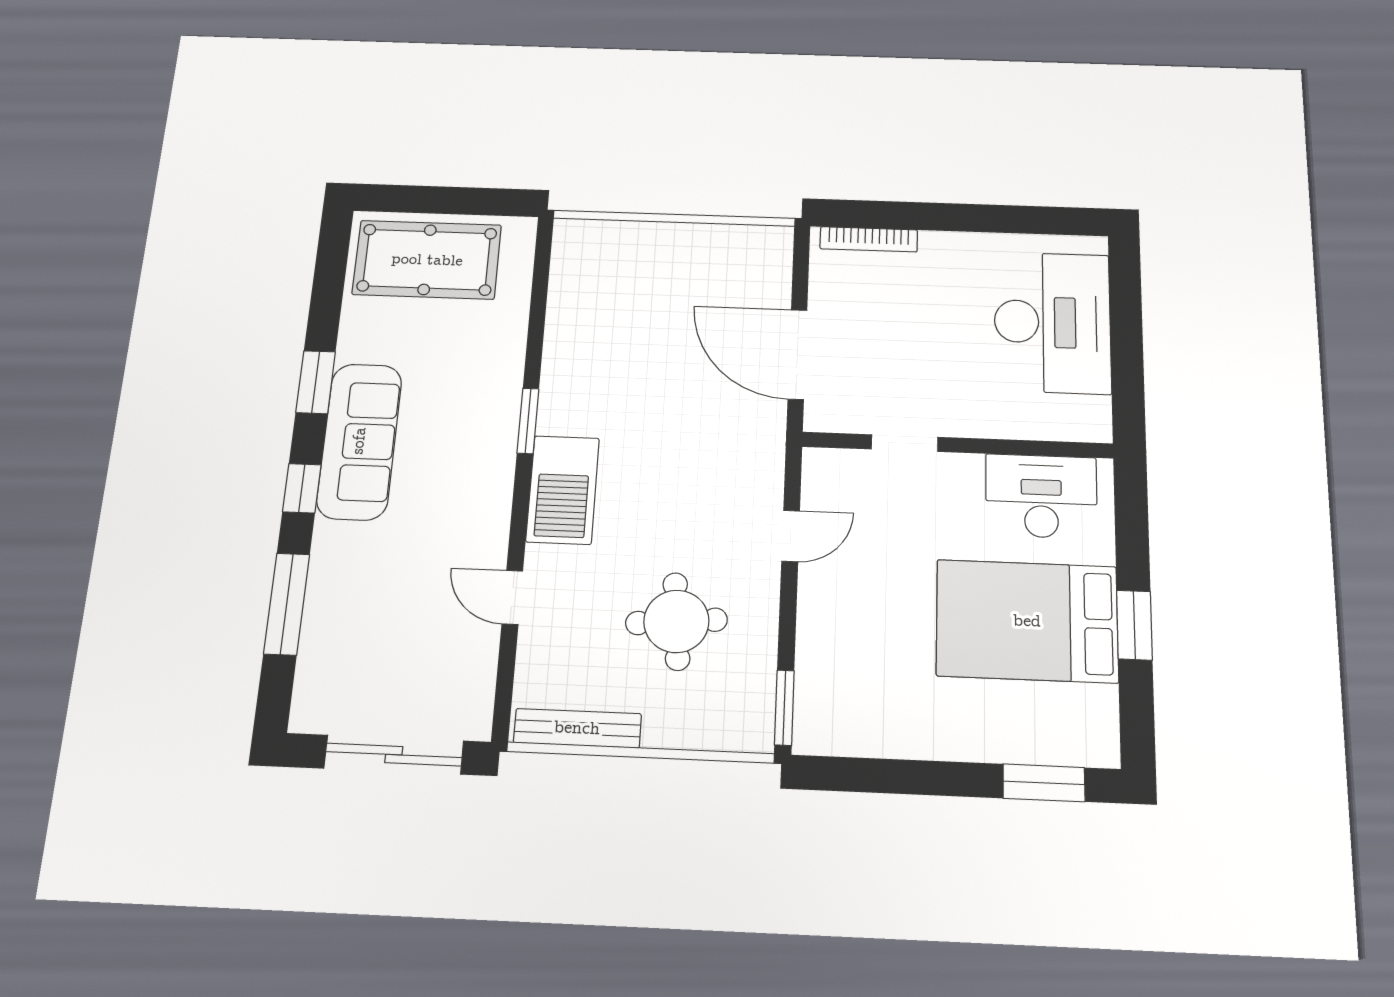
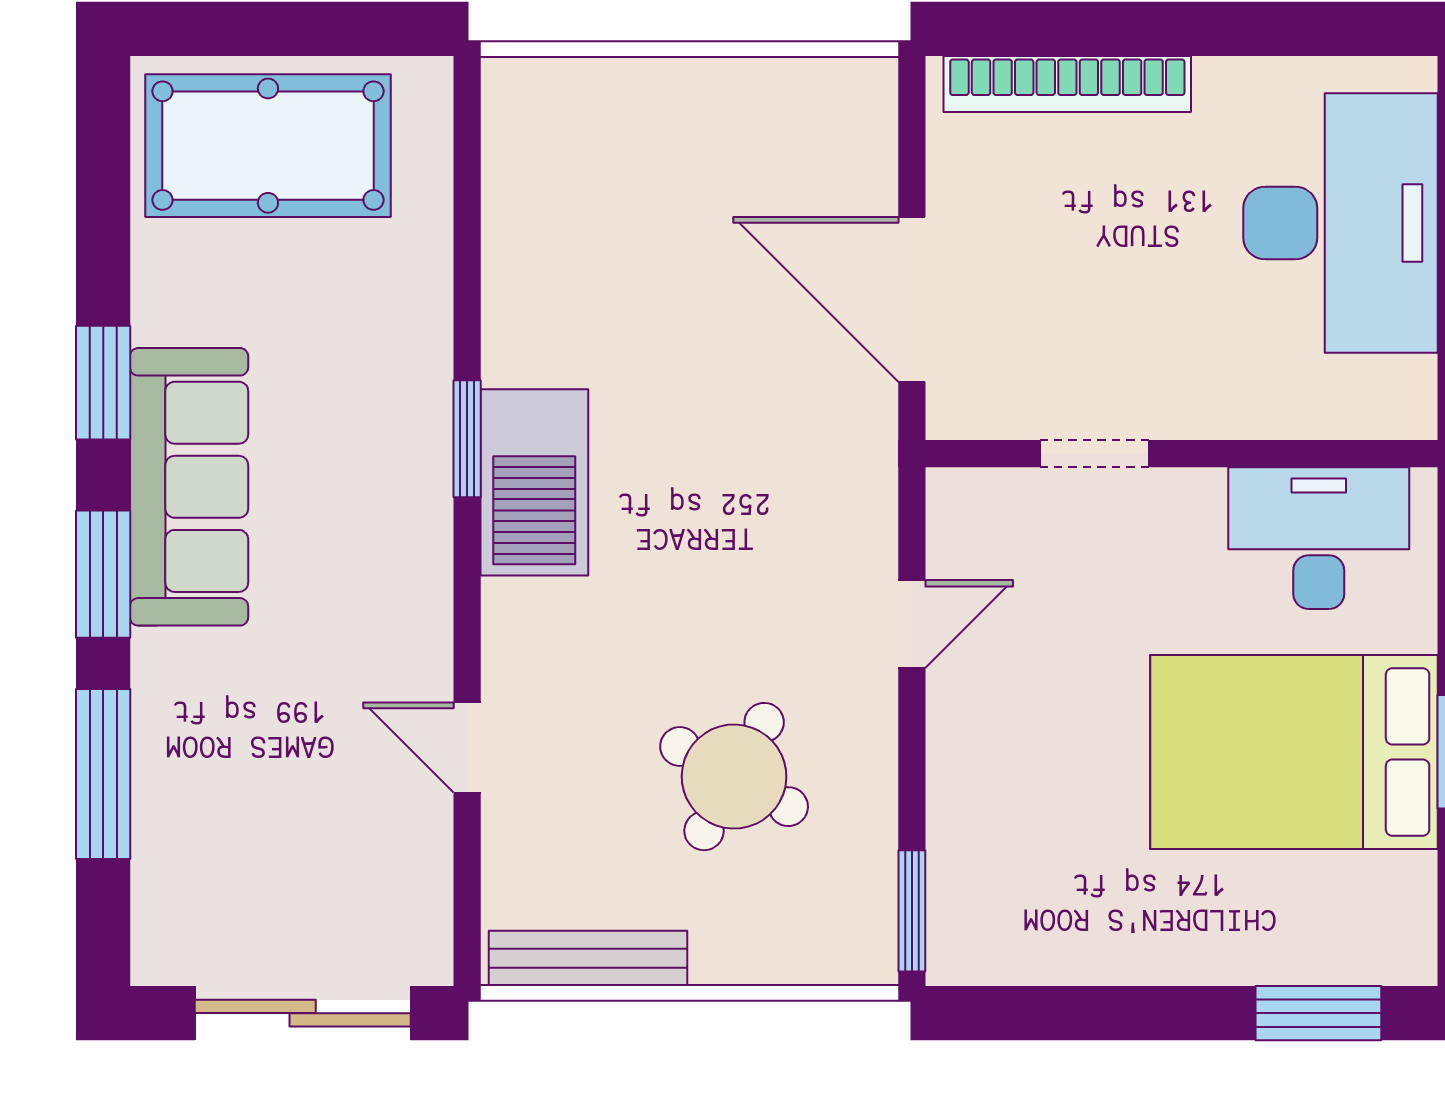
bookcase: (869, 239) -> (1067, 84), width x1.48, depth x1.31
window: (302, 488) -> (103, 574), width x1.50
barbecue: (563, 490) -> (534, 482), moved
round table: (676, 621) -> (734, 777), turned 34

